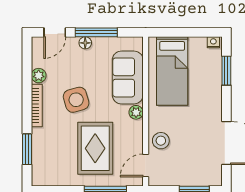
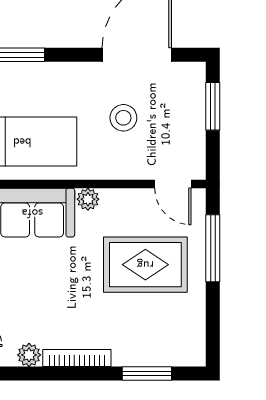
side table: (76, 100) -> (68, 295), removed
stool: (161, 141) -> (123, 118), moved

